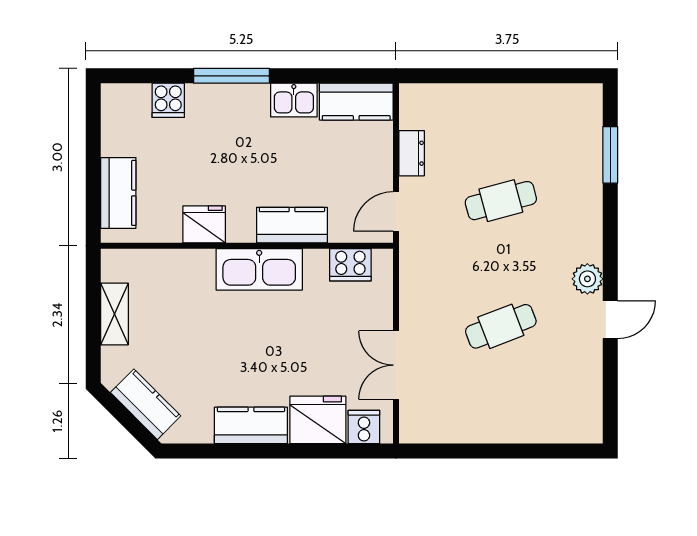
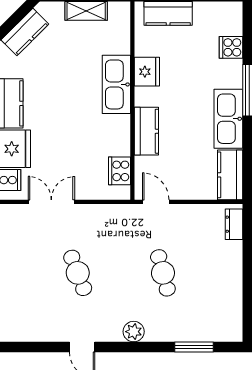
kitchen sink: (294, 100) -> (228, 119), width x1.87, depth x1.24
dresser: (412, 153) -> (234, 224), moved, turned 90
kitchen sink: (259, 269) -> (116, 84), moved
plant: (587, 279) -> (134, 332), moved

